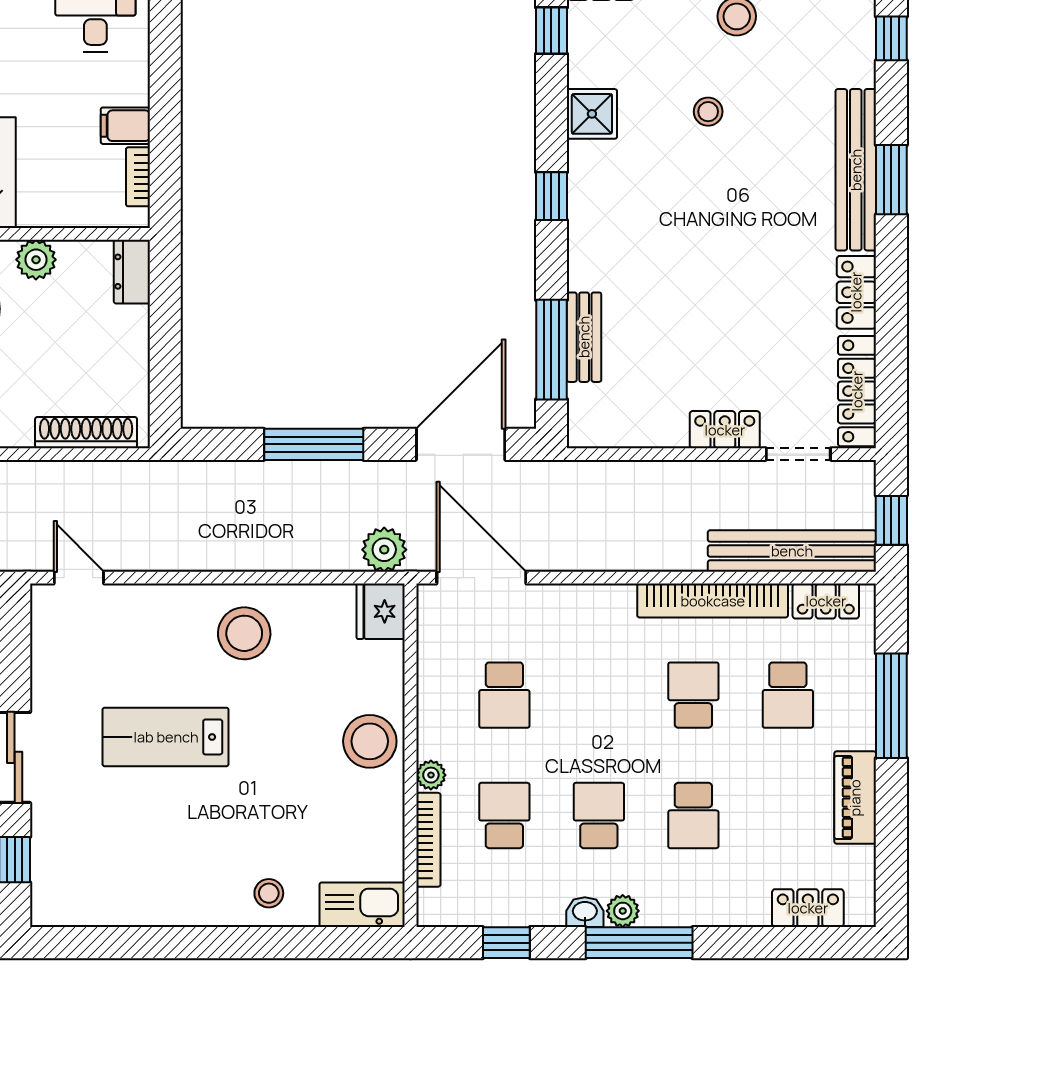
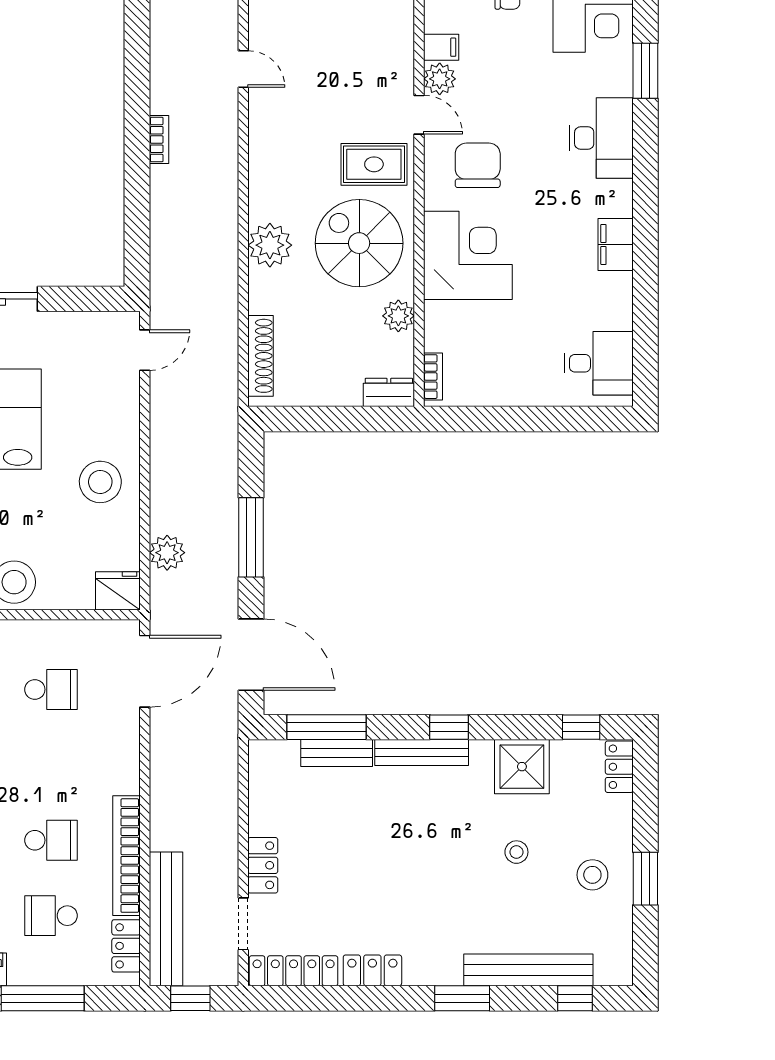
shower: (592, 114) -> (522, 767), width x1.36, depth x1.36
filing cabinet: (125, 126) -> (505, 387), removed
bench: (856, 170) -> (528, 970), moved
bookcase: (138, 177) -> (433, 377), moved, turned 90
bench: (583, 231) -> (422, 752), added
plant: (384, 550) -> (167, 553), moved
school desk: (504, 695) -> (51, 689), turned 180

